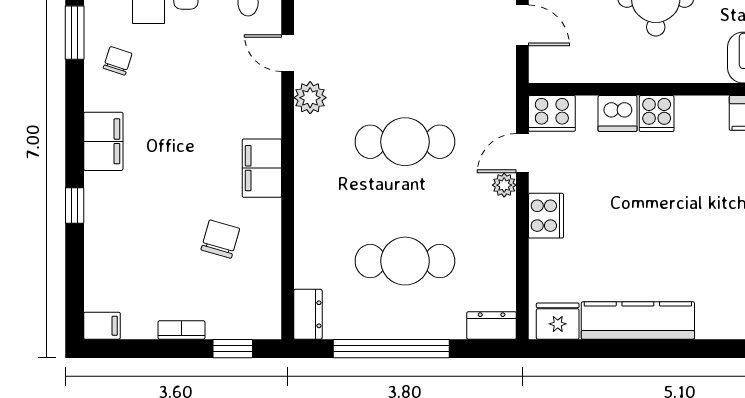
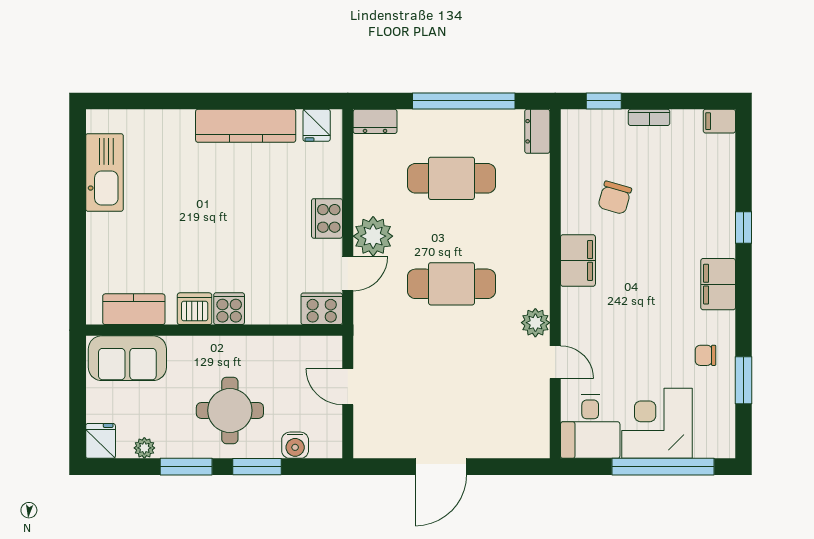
chair: (118, 61) -> (705, 355), turned 72
dishwasher: (618, 113) -> (195, 309), moved
plant: (504, 185) -> (373, 236), width x1.87, depth x1.87
fridge: (558, 321) -> (317, 125), width x0.72

